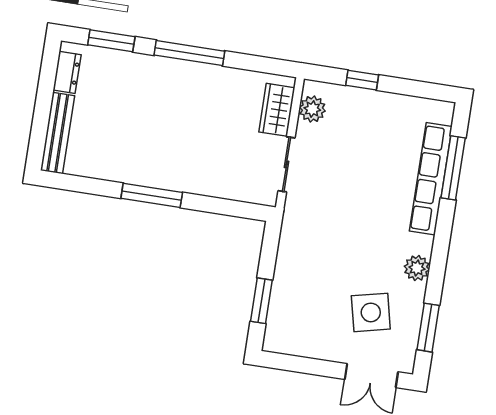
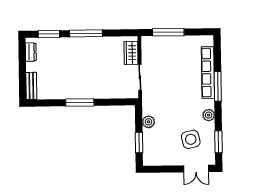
window: (362, 80) -> (168, 32), width x2.17
plant: (312, 109) -> (148, 122), moved
bench: (58, 133) -> (31, 86), width x0.73
window: (453, 168) -> (218, 86), moved

